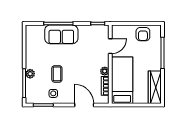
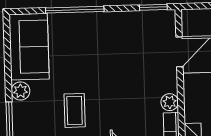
sofa: (61, 34) -> (29, 47), moved, turned -90
plant: (30, 74) -> (20, 91), moved

